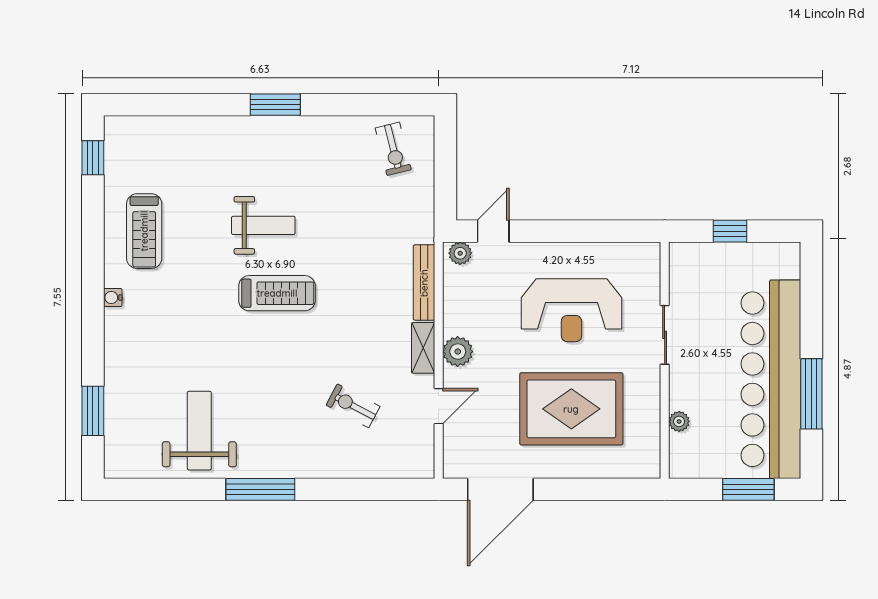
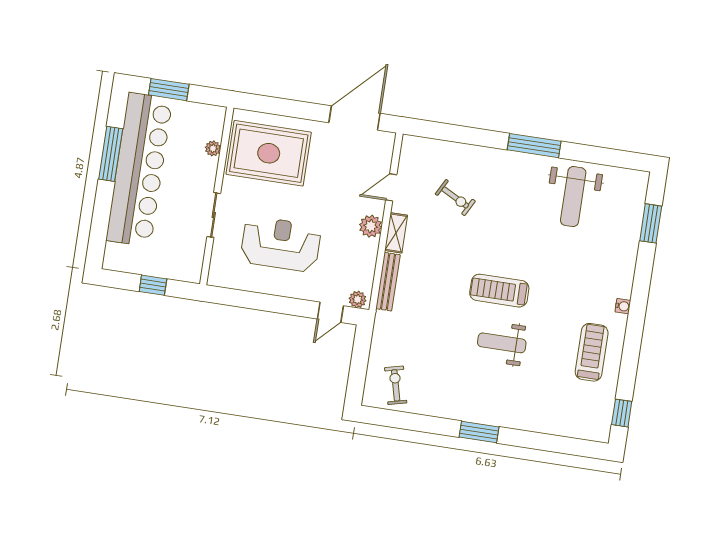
rug: (571, 409) -> (269, 153), moved

